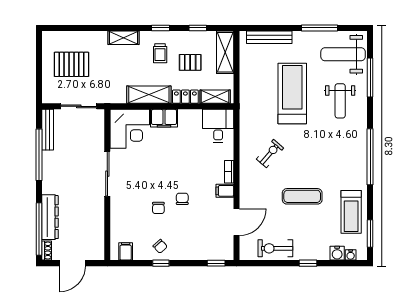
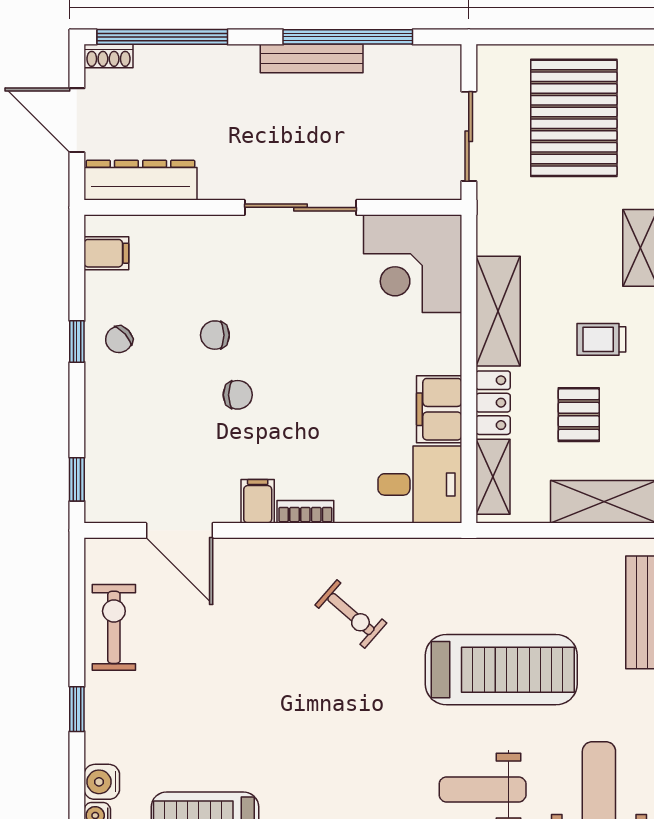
pallet: (71, 64) -> (574, 118), width x1.37, depth x1.41
filing cabinet: (164, 118) -> (439, 409), moved
bench: (48, 130) -> (312, 59), moved
exercise mat: (302, 196) -> (244, 695), removed
dresser: (50, 217) -> (140, 180), moved, turned 180

